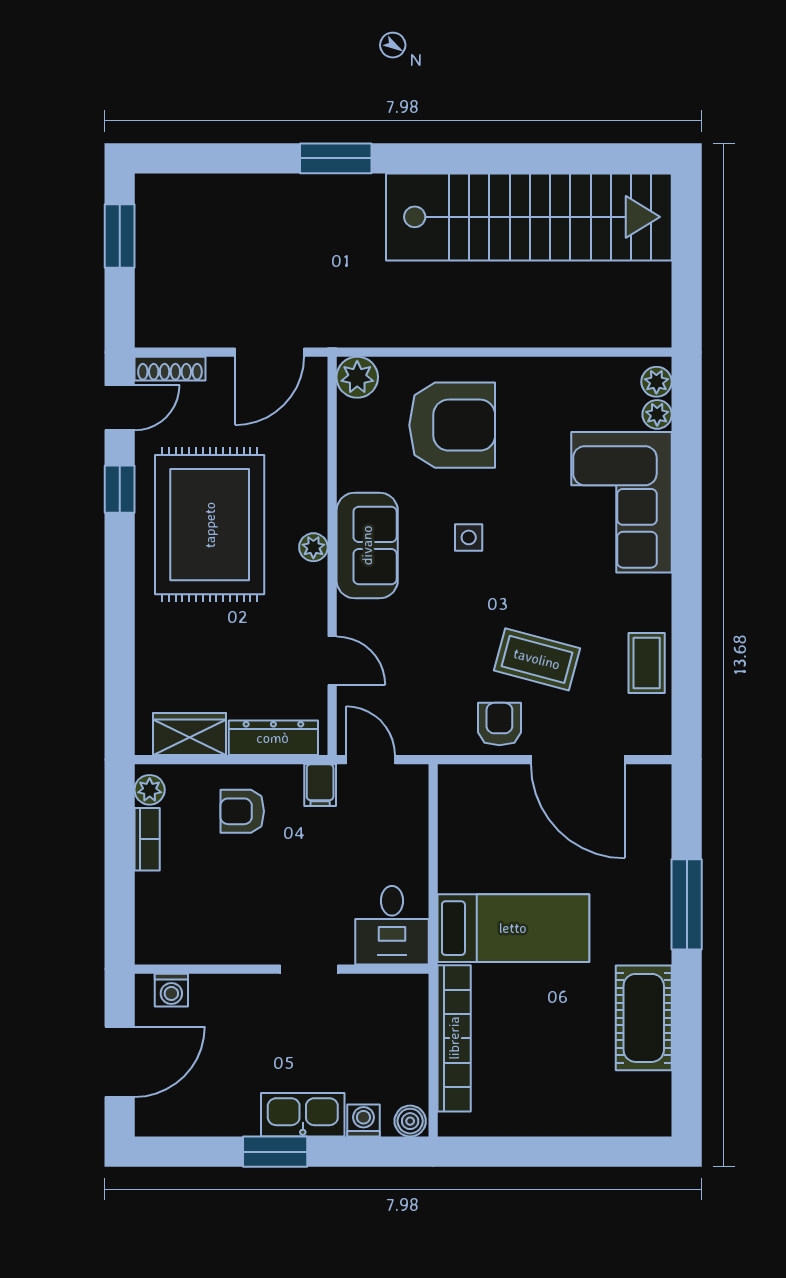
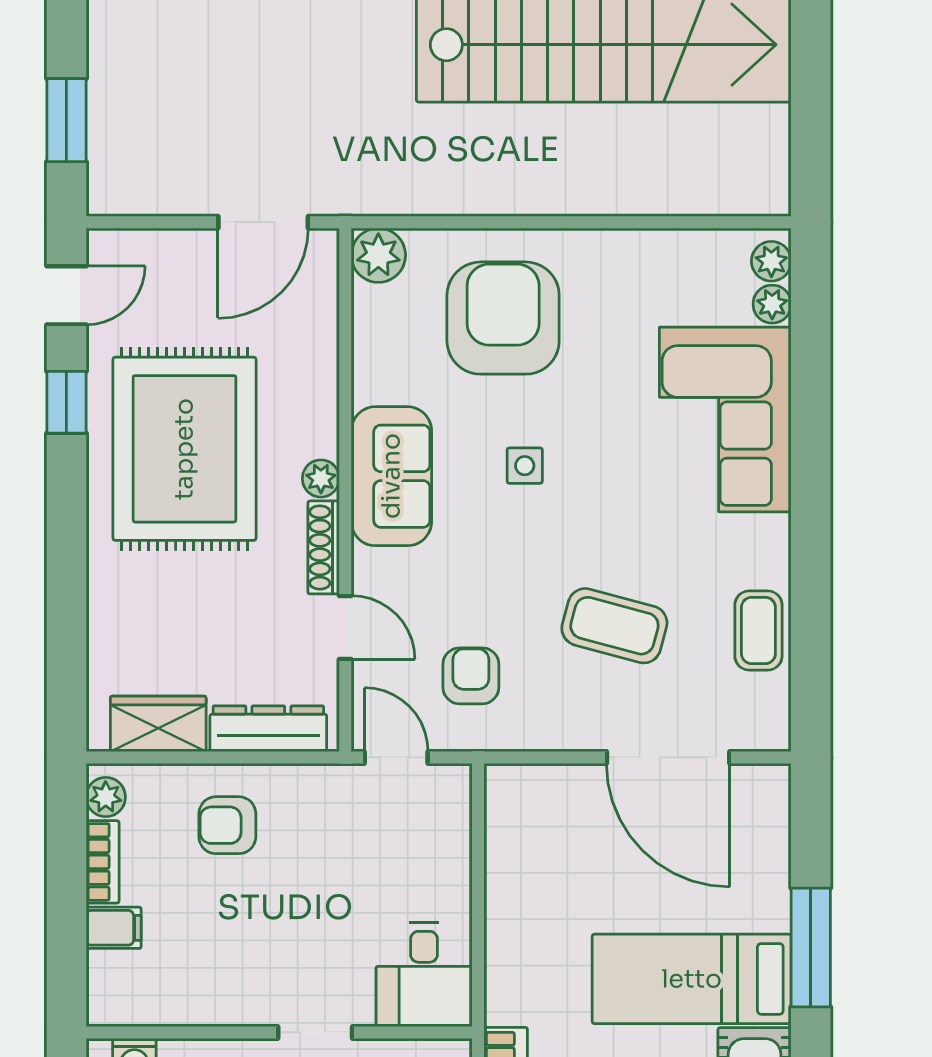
window: (120, 236) -> (66, 120), moved
shoe rack: (170, 369) -> (324, 547), moved, turned 90
armchair: (452, 425) -> (503, 318), turned -90
armchair: (499, 724) -> (471, 676), moved
filing cabinet: (320, 785) -> (114, 928), moved, turned -90
bed: (513, 928) -> (692, 979), moved, turned 180

